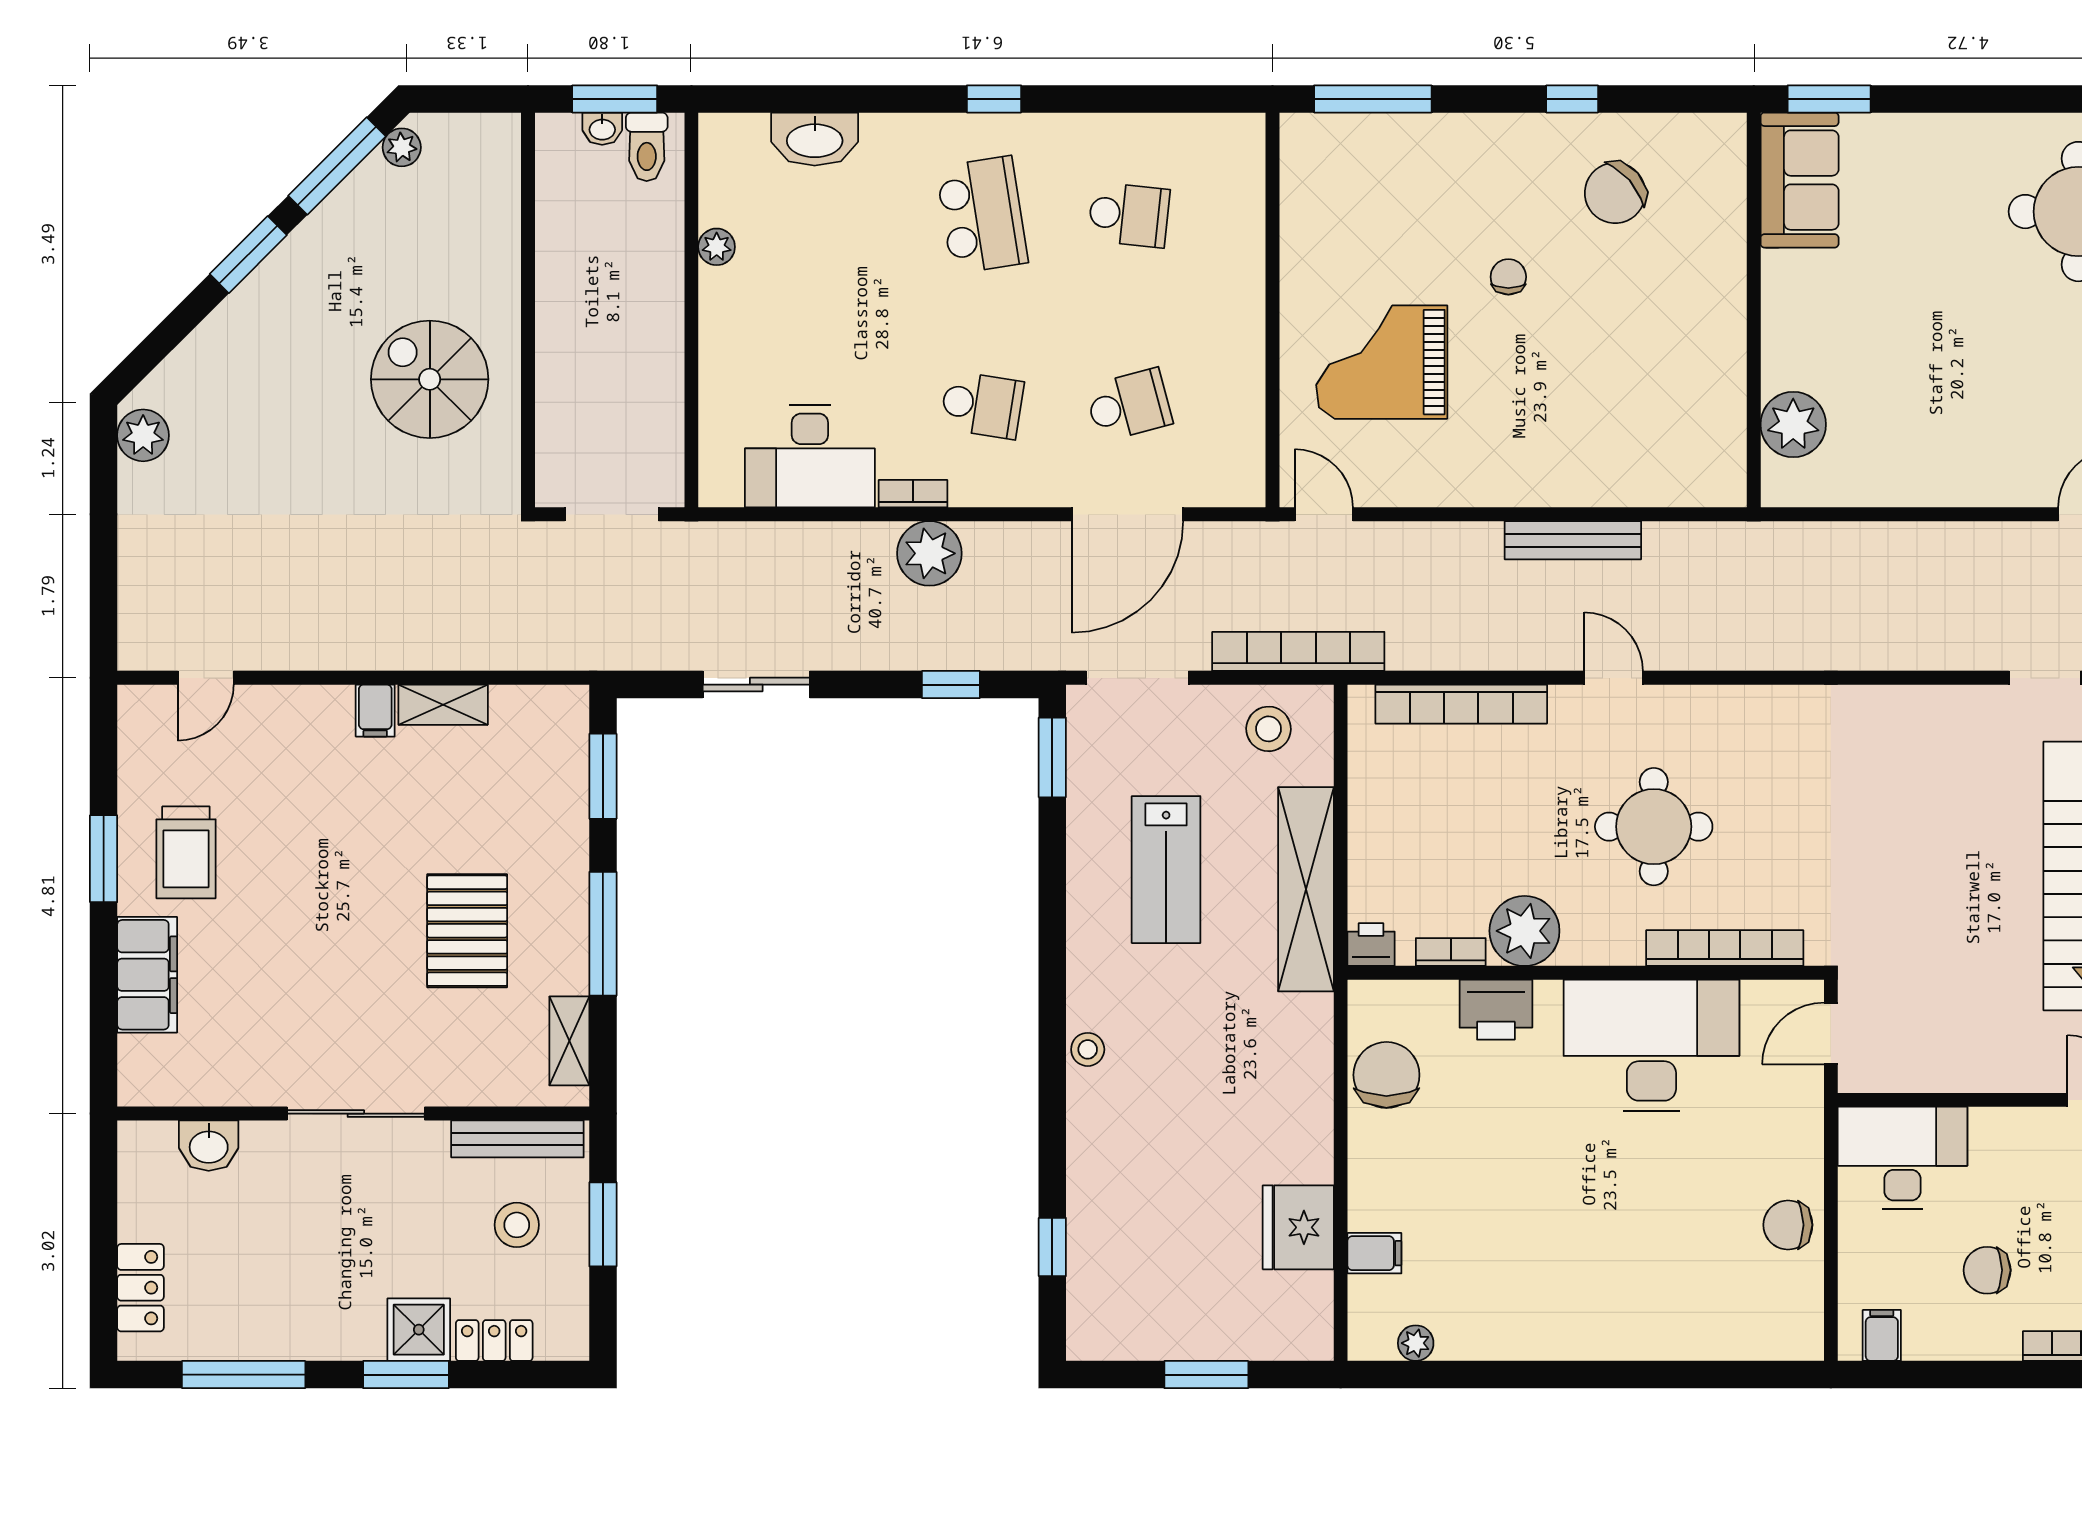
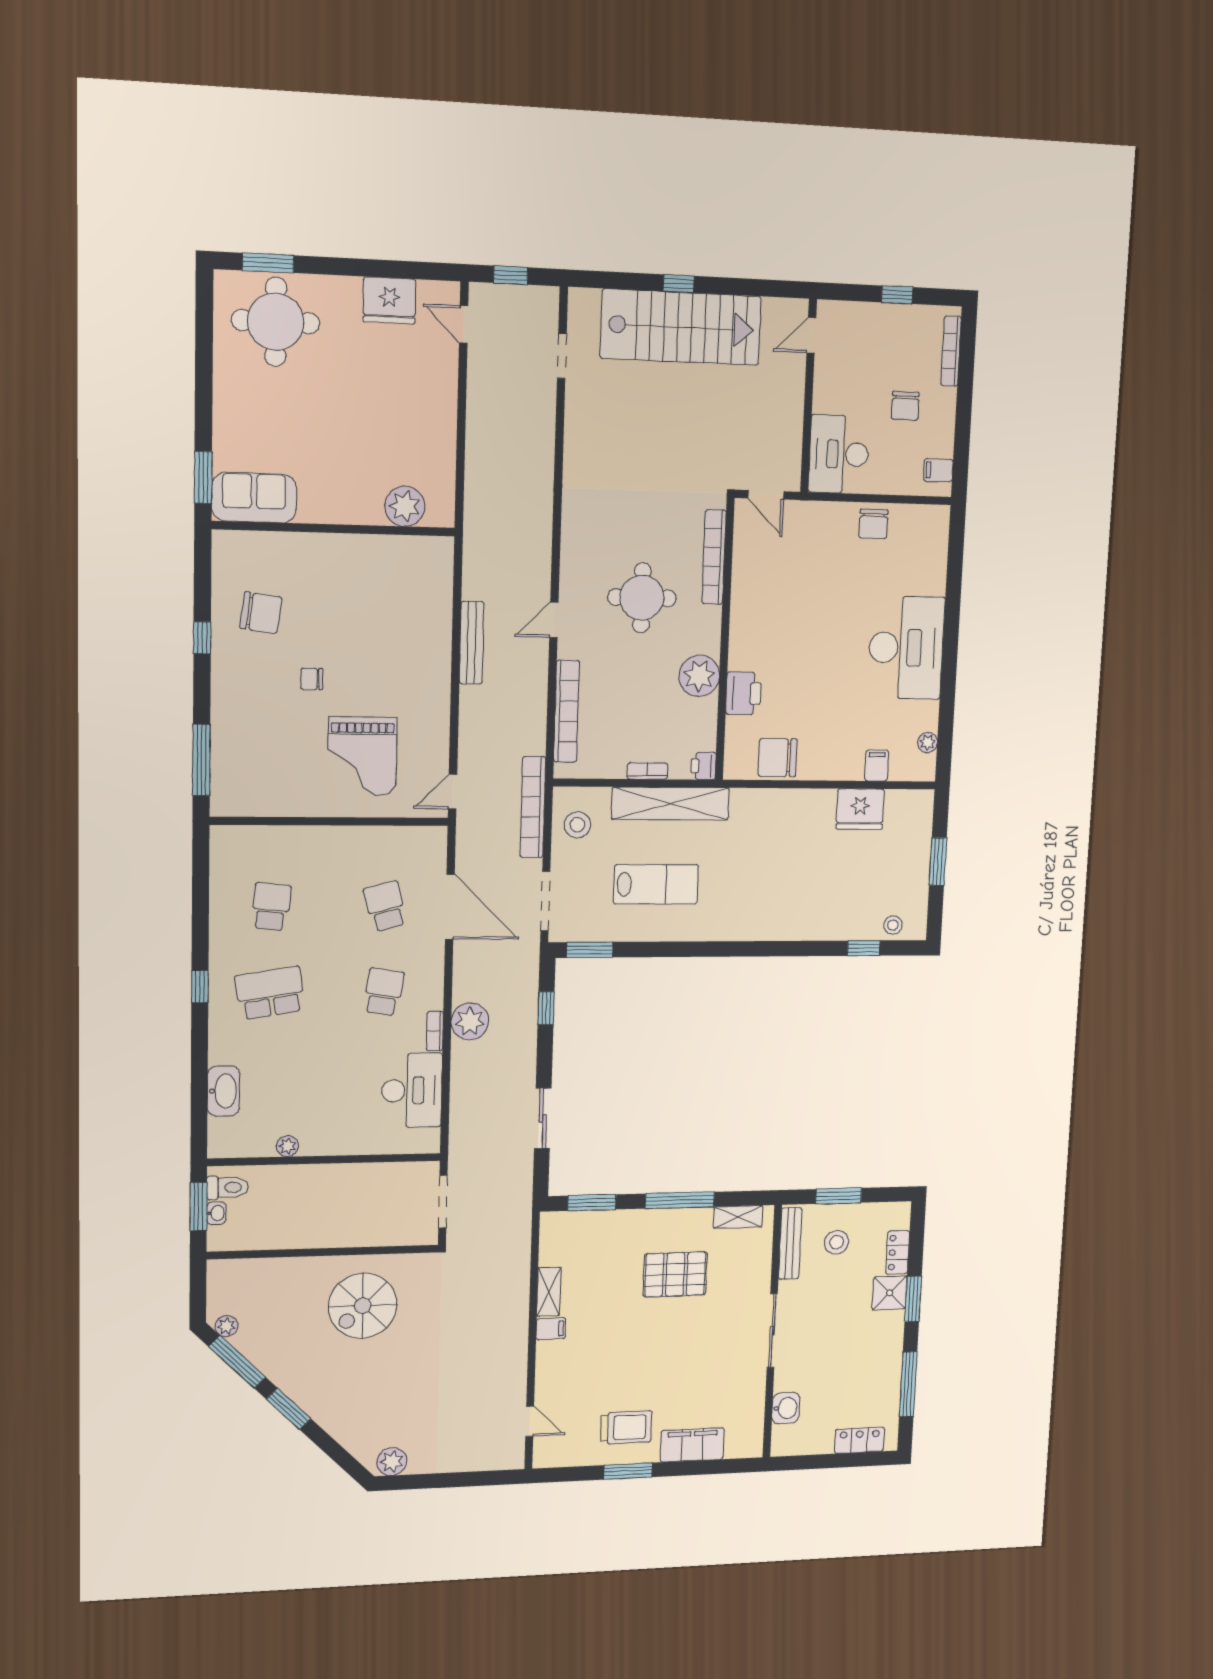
chair: (1615, 193) -> (261, 613), turned -42
bookcase: (1451, 952) -> (647, 771), moved, turned 90
desk: (1651, 1045) -> (906, 648), moved, turned 180
stool: (1088, 1049) -> (893, 925), moved

